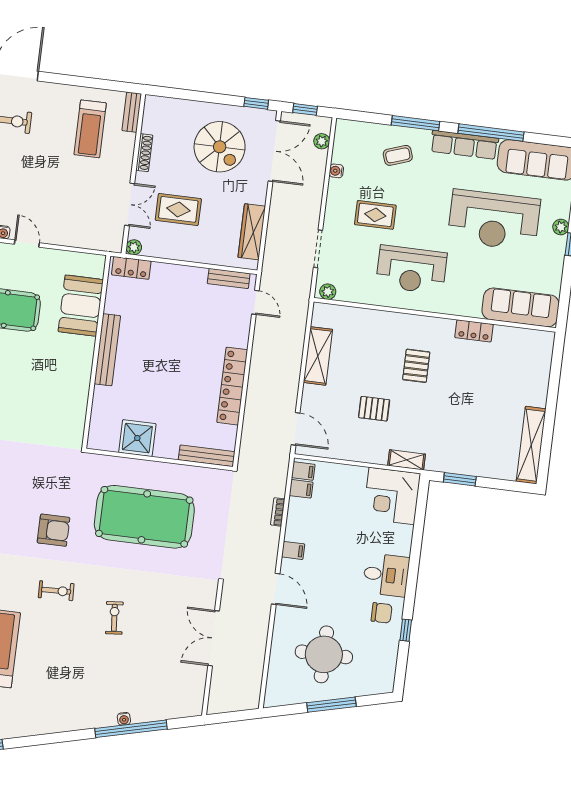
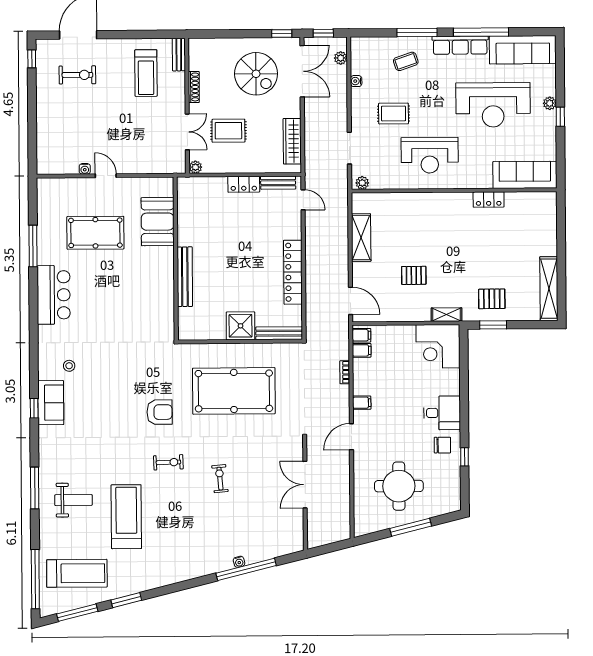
locker: (131, 268) -> (244, 184), moved
bench: (107, 350) -> (185, 277), moved
pallet: (416, 366) -> (492, 299), moved, turned 90
shower: (137, 438) -> (241, 326), moved
door: (276, 589) -> (351, 437), swing flipped

